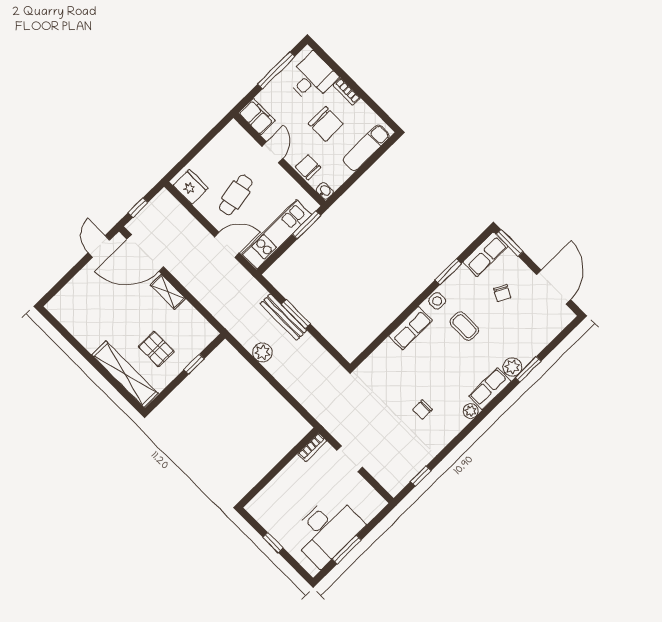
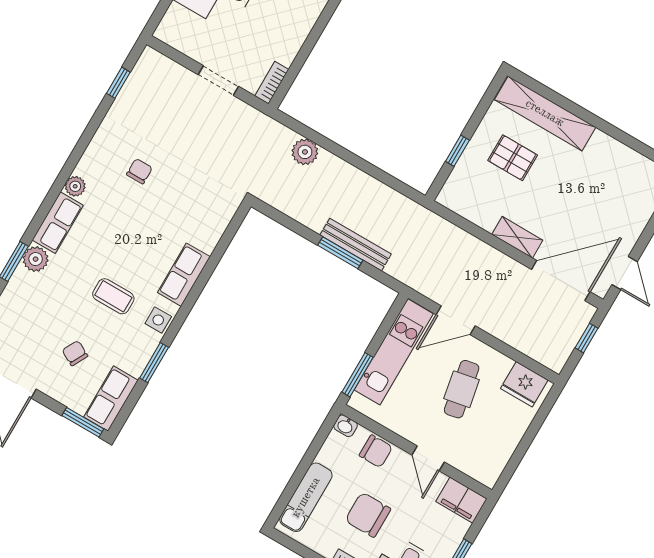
plant: (262, 352) -> (305, 152), moved

